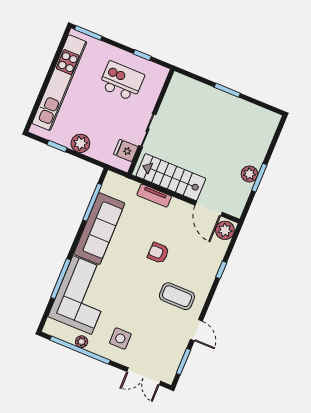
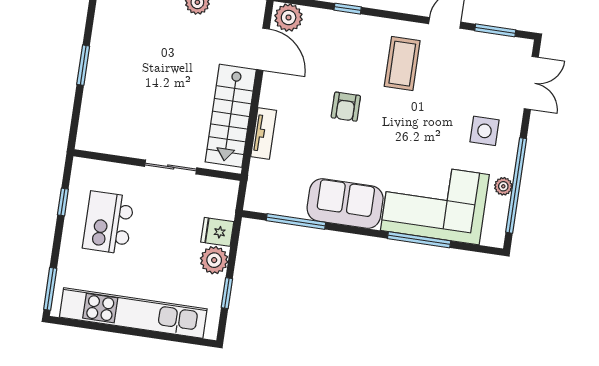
fridge: (126, 151) -> (217, 232), moved, turned 90
door: (209, 209) -> (263, 49), hinge flipped
sofa: (99, 229) -> (345, 204), width x0.73

